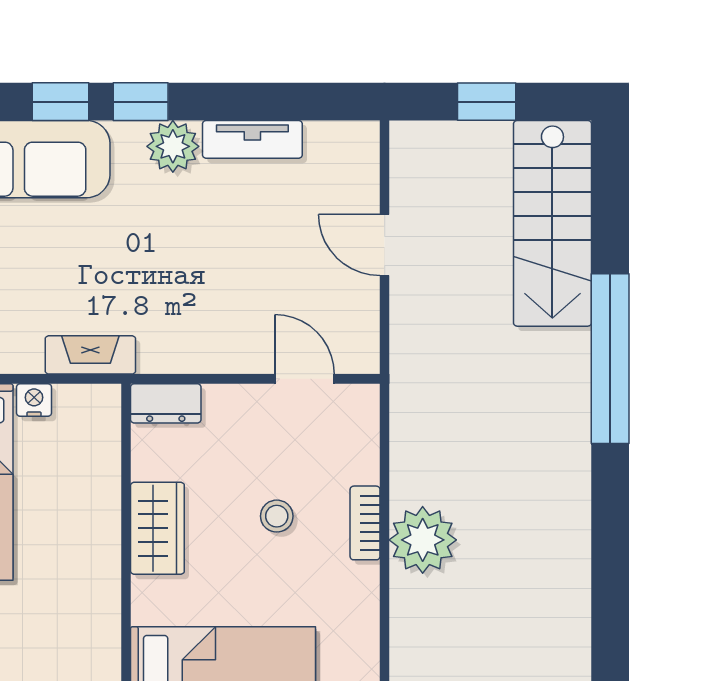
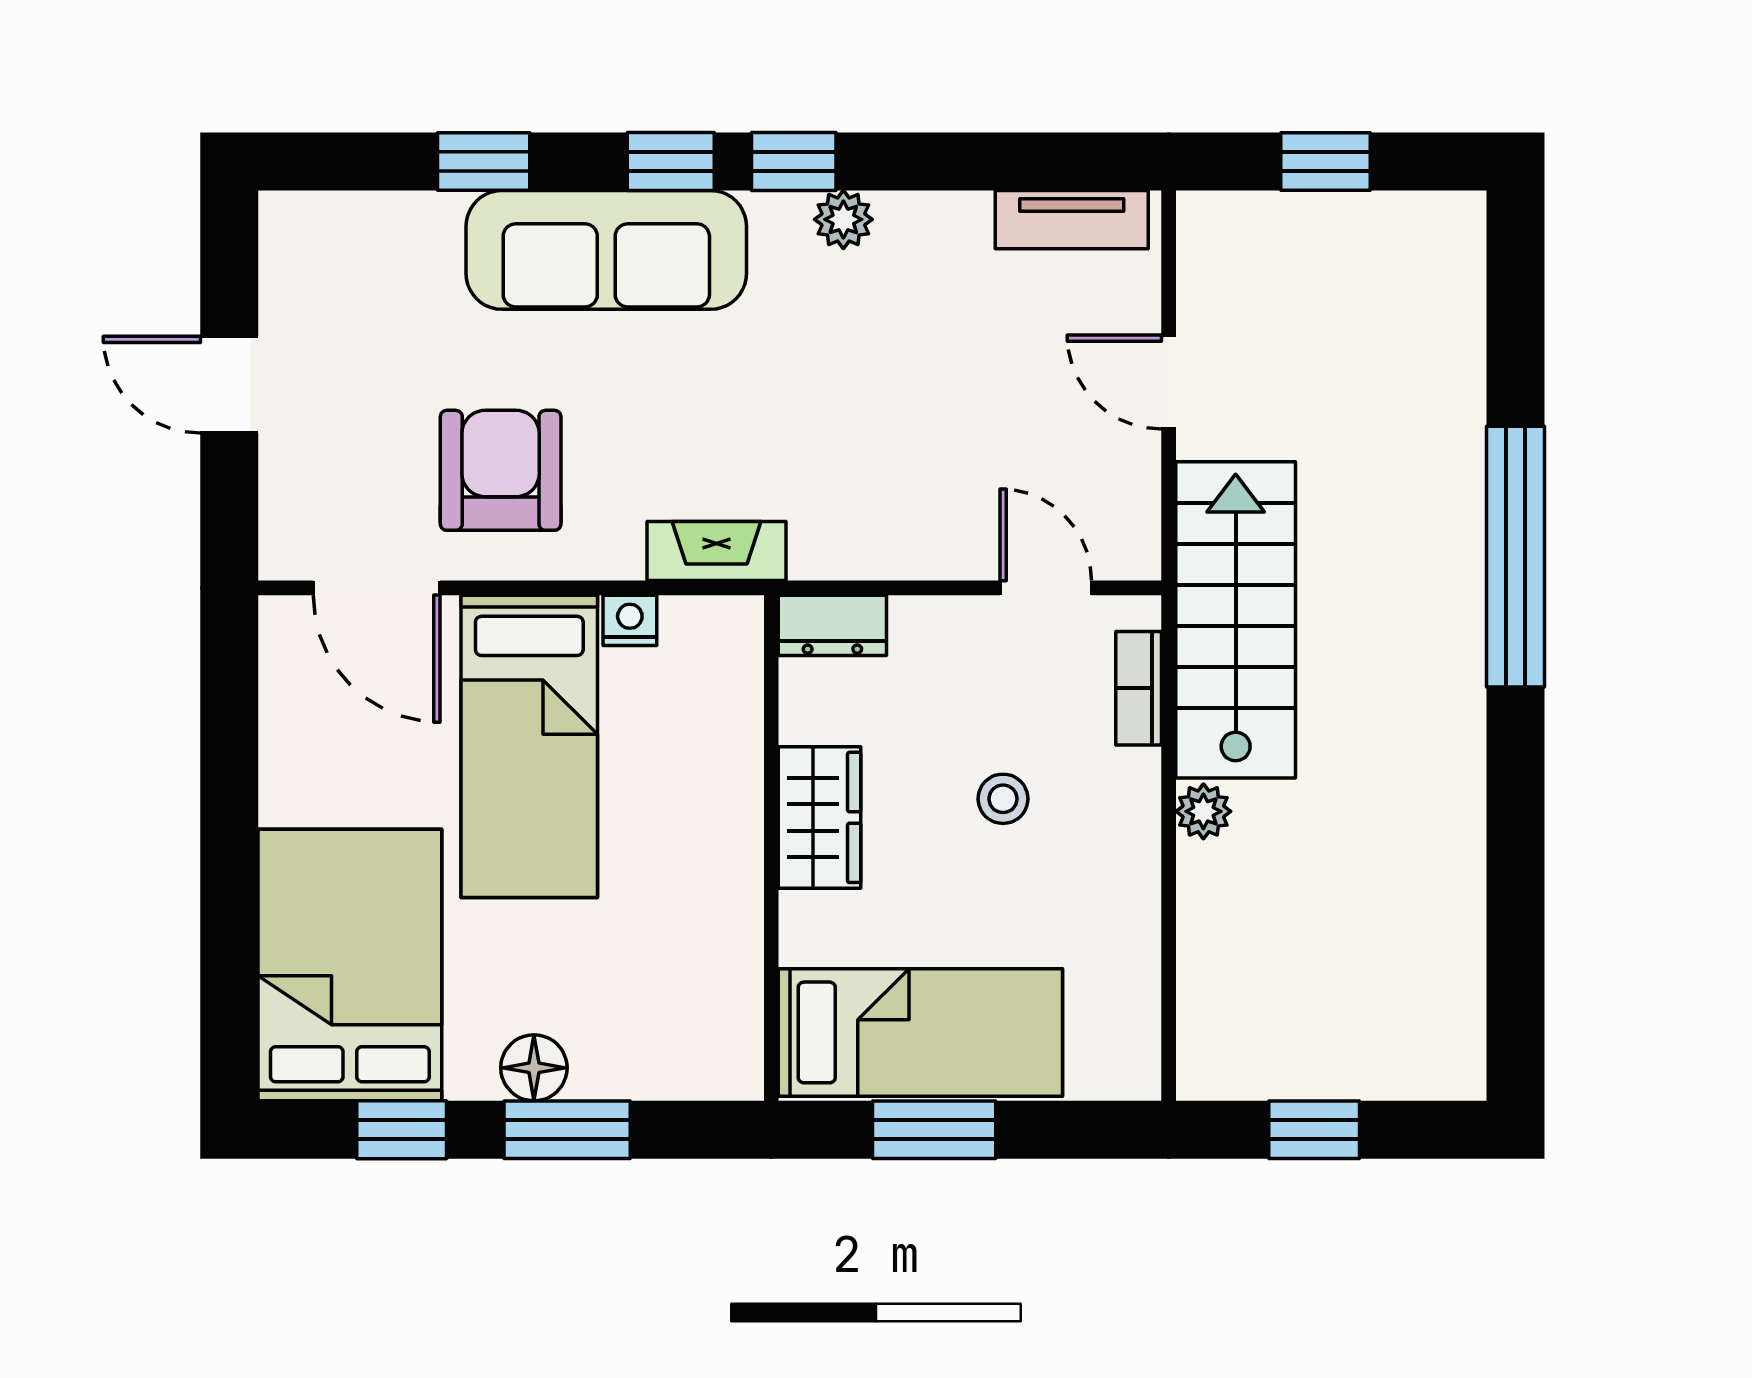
tv unit: (252, 139) -> (1072, 220), moved
plant: (173, 146) -> (843, 219), width x0.73, depth x0.73
stairs: (552, 223) -> (1236, 620), moved, turned 180
bookcase: (365, 523) -> (1139, 688), moved
plant: (423, 540) -> (1203, 811), width x0.53, depth x0.53

